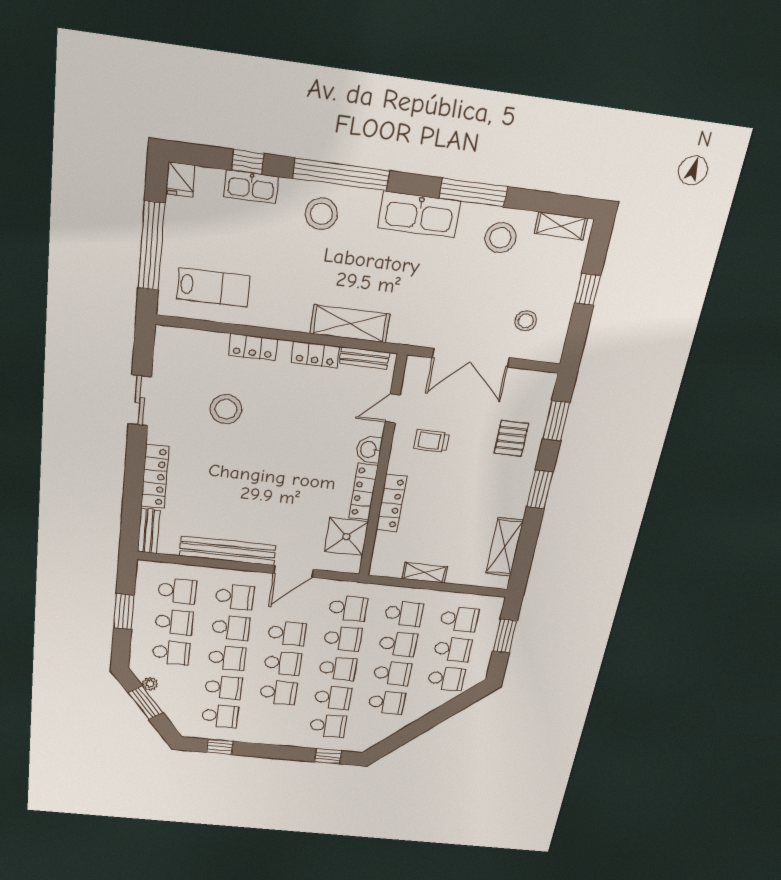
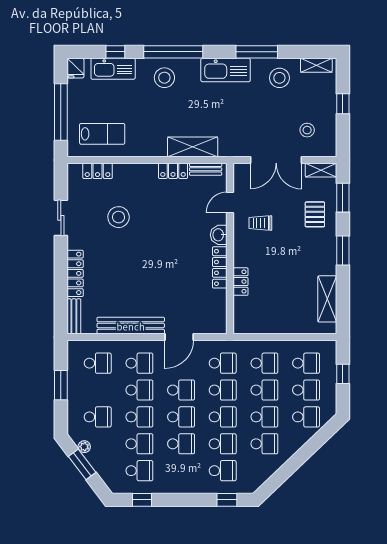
kitchen sink: (251, 187) -> (113, 69), width x1.36, depth x1.24
locker: (253, 347) -> (98, 171), moved
locker: (391, 503) -> (241, 282), width x0.66
shower: (346, 537) -> (213, 304), removed
shelving: (425, 573) -> (321, 170), moved
school desk: (174, 622) -> (98, 390), removed
window: (505, 636) -> (343, 374), width x0.67

